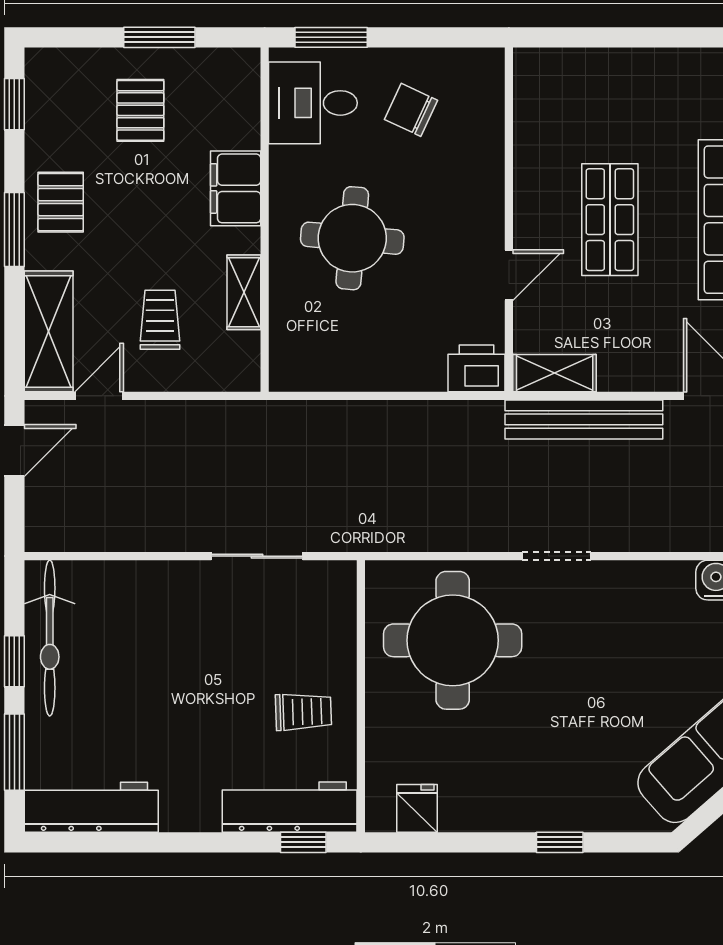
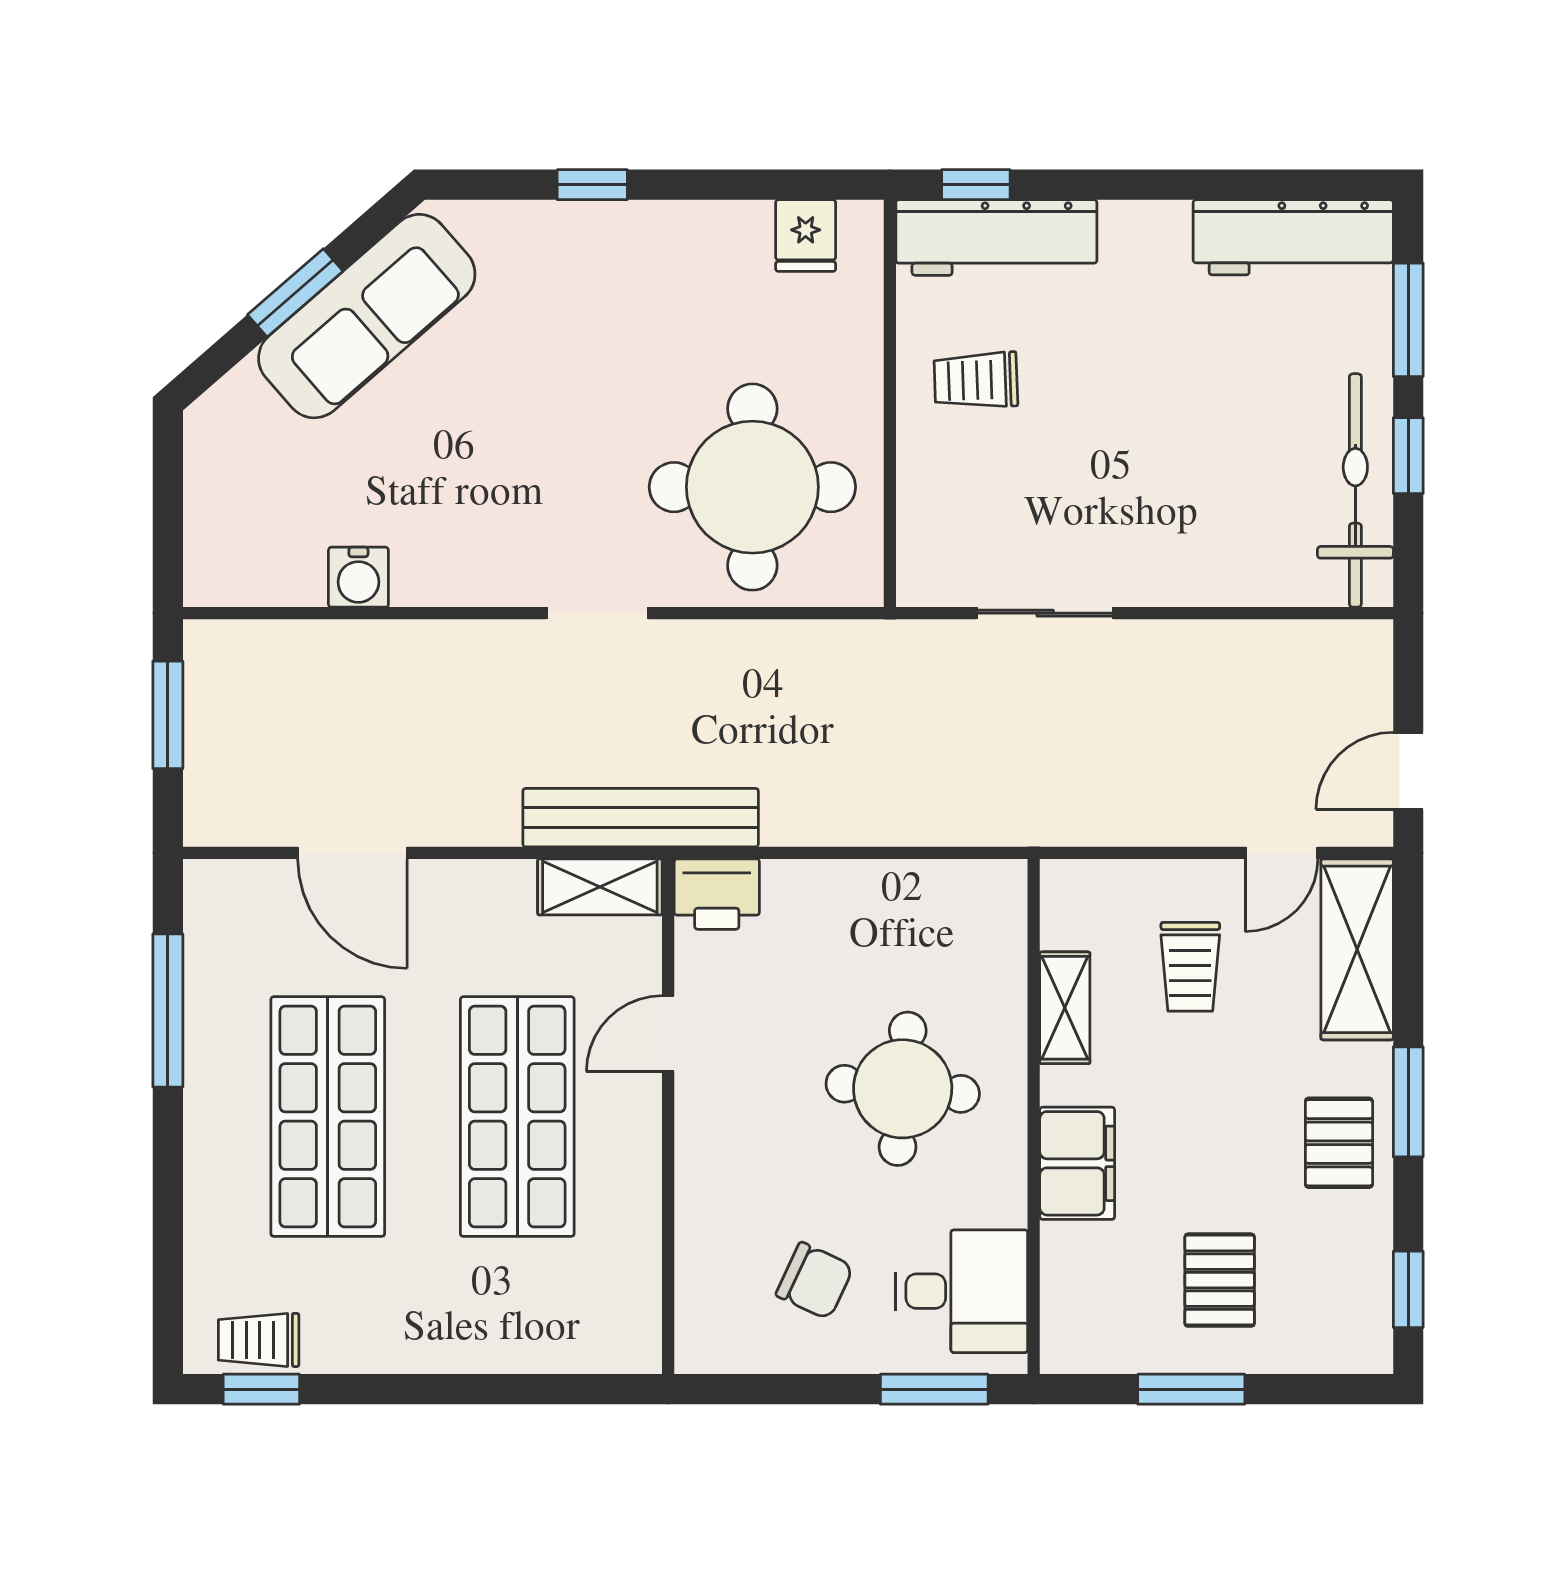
shop shelf: (610, 220) -> (517, 1117), width x1.43, depth x1.36
bench: (584, 419) -> (641, 818), moved

